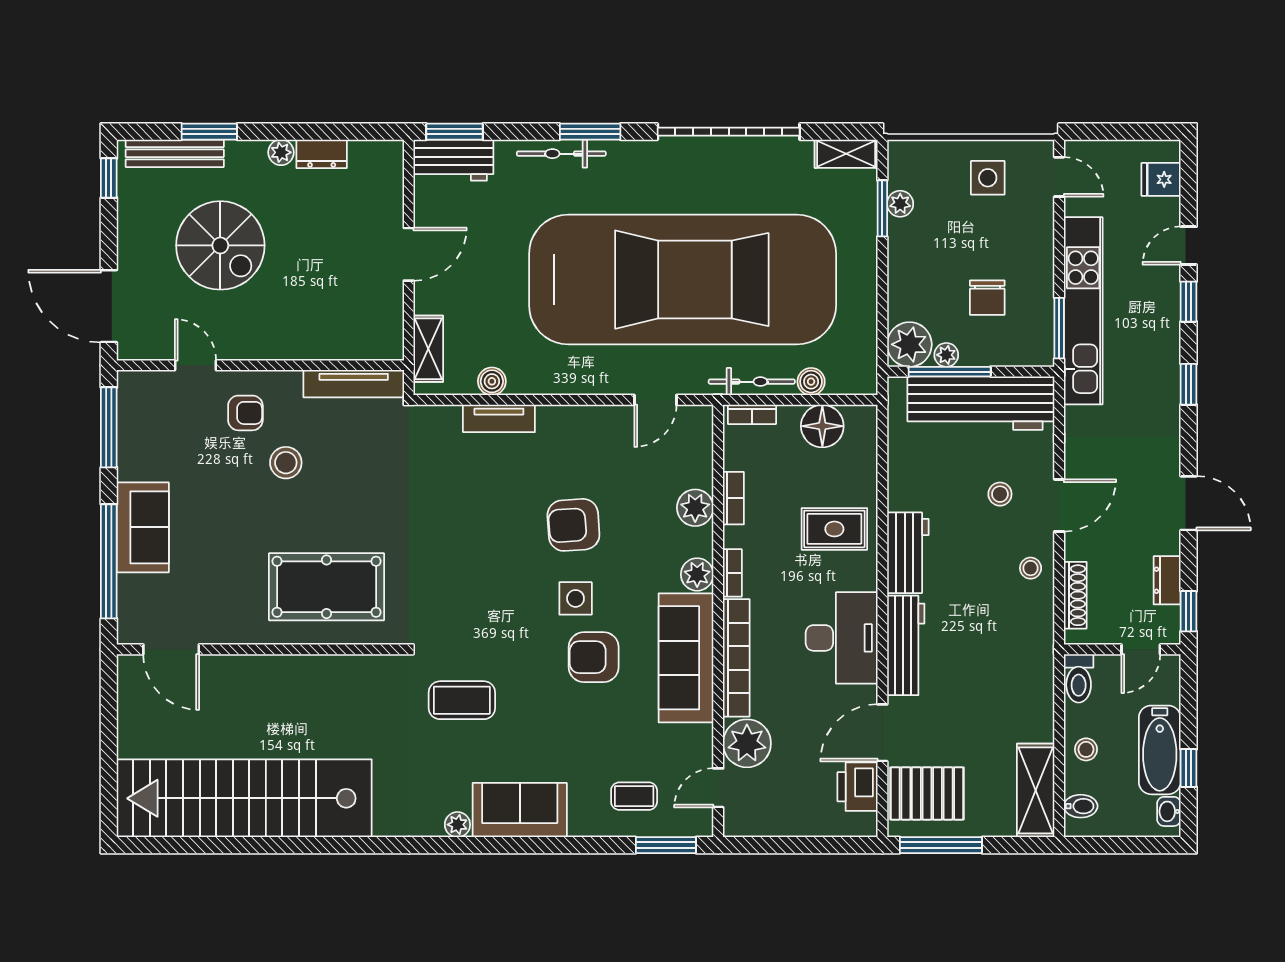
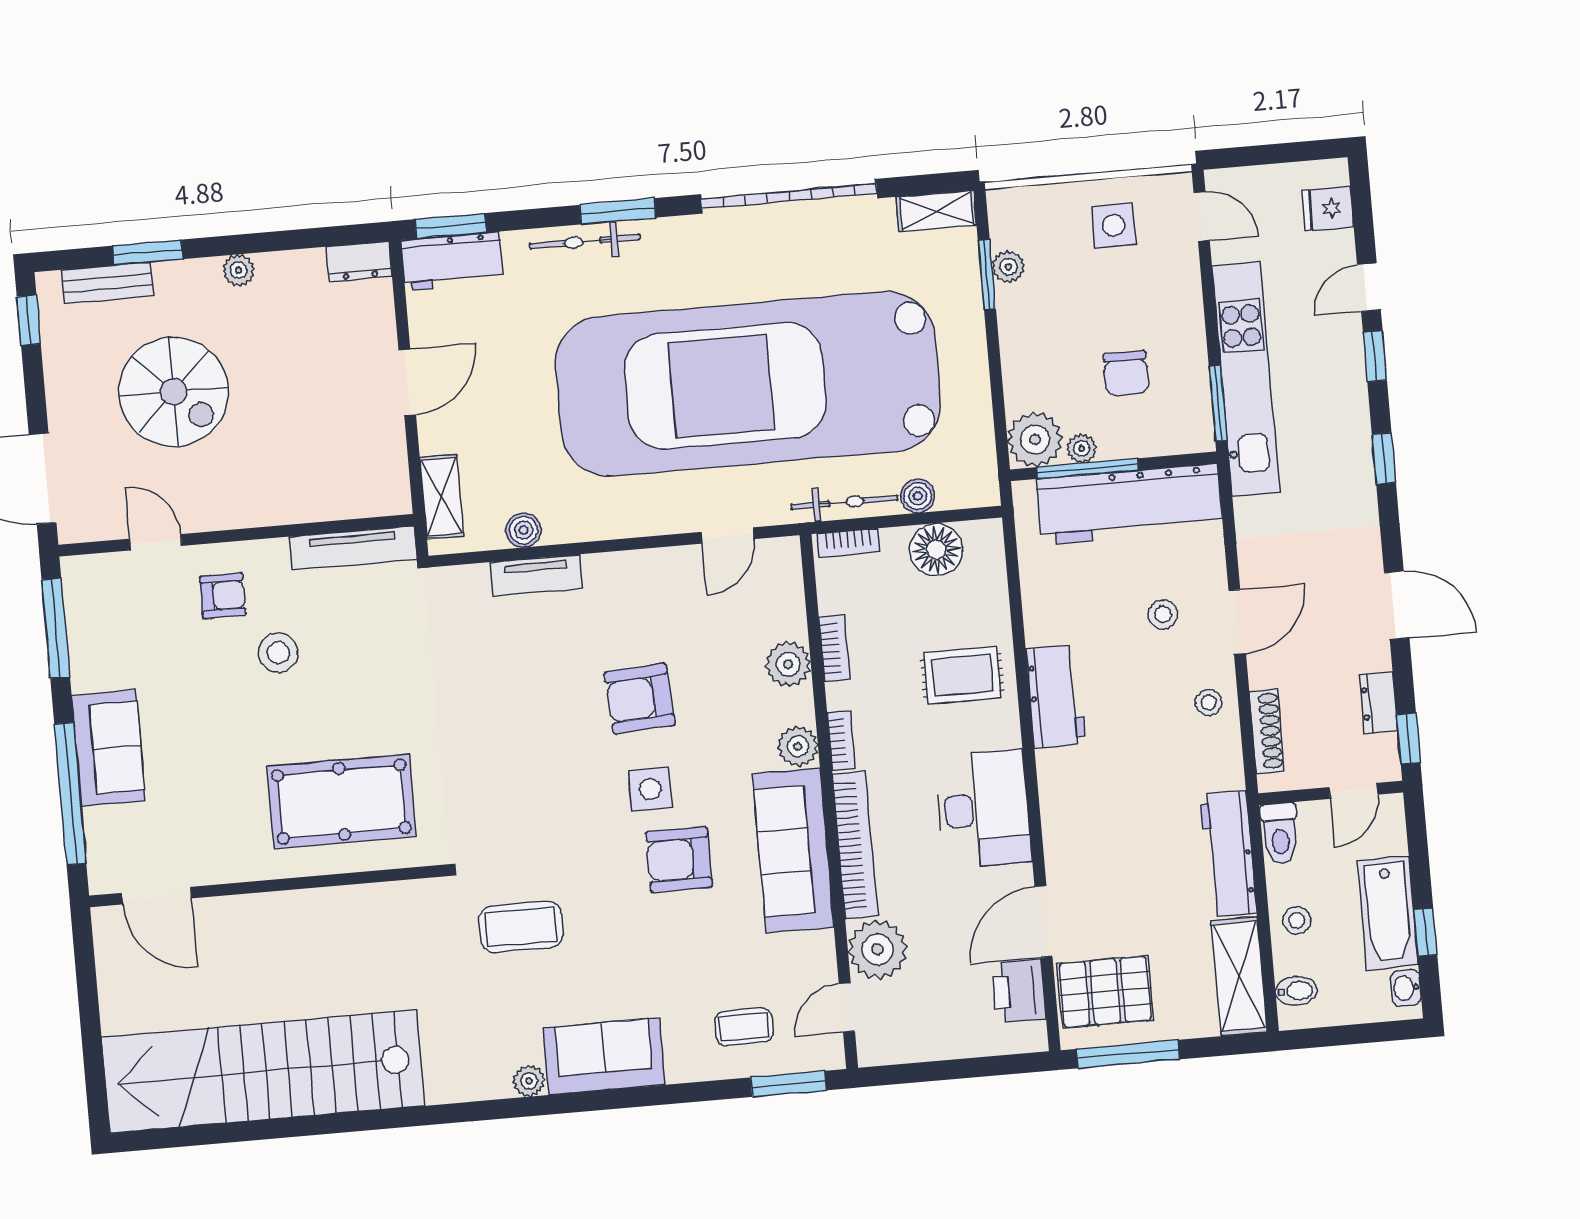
bench: (175, 153) -> (108, 283), width x0.73
dresser: (322, 154) -> (359, 261), moved
car: (683, 280) -> (748, 384), turned 180
workbench: (906, 645) -> (1228, 854), moved, turned 180

